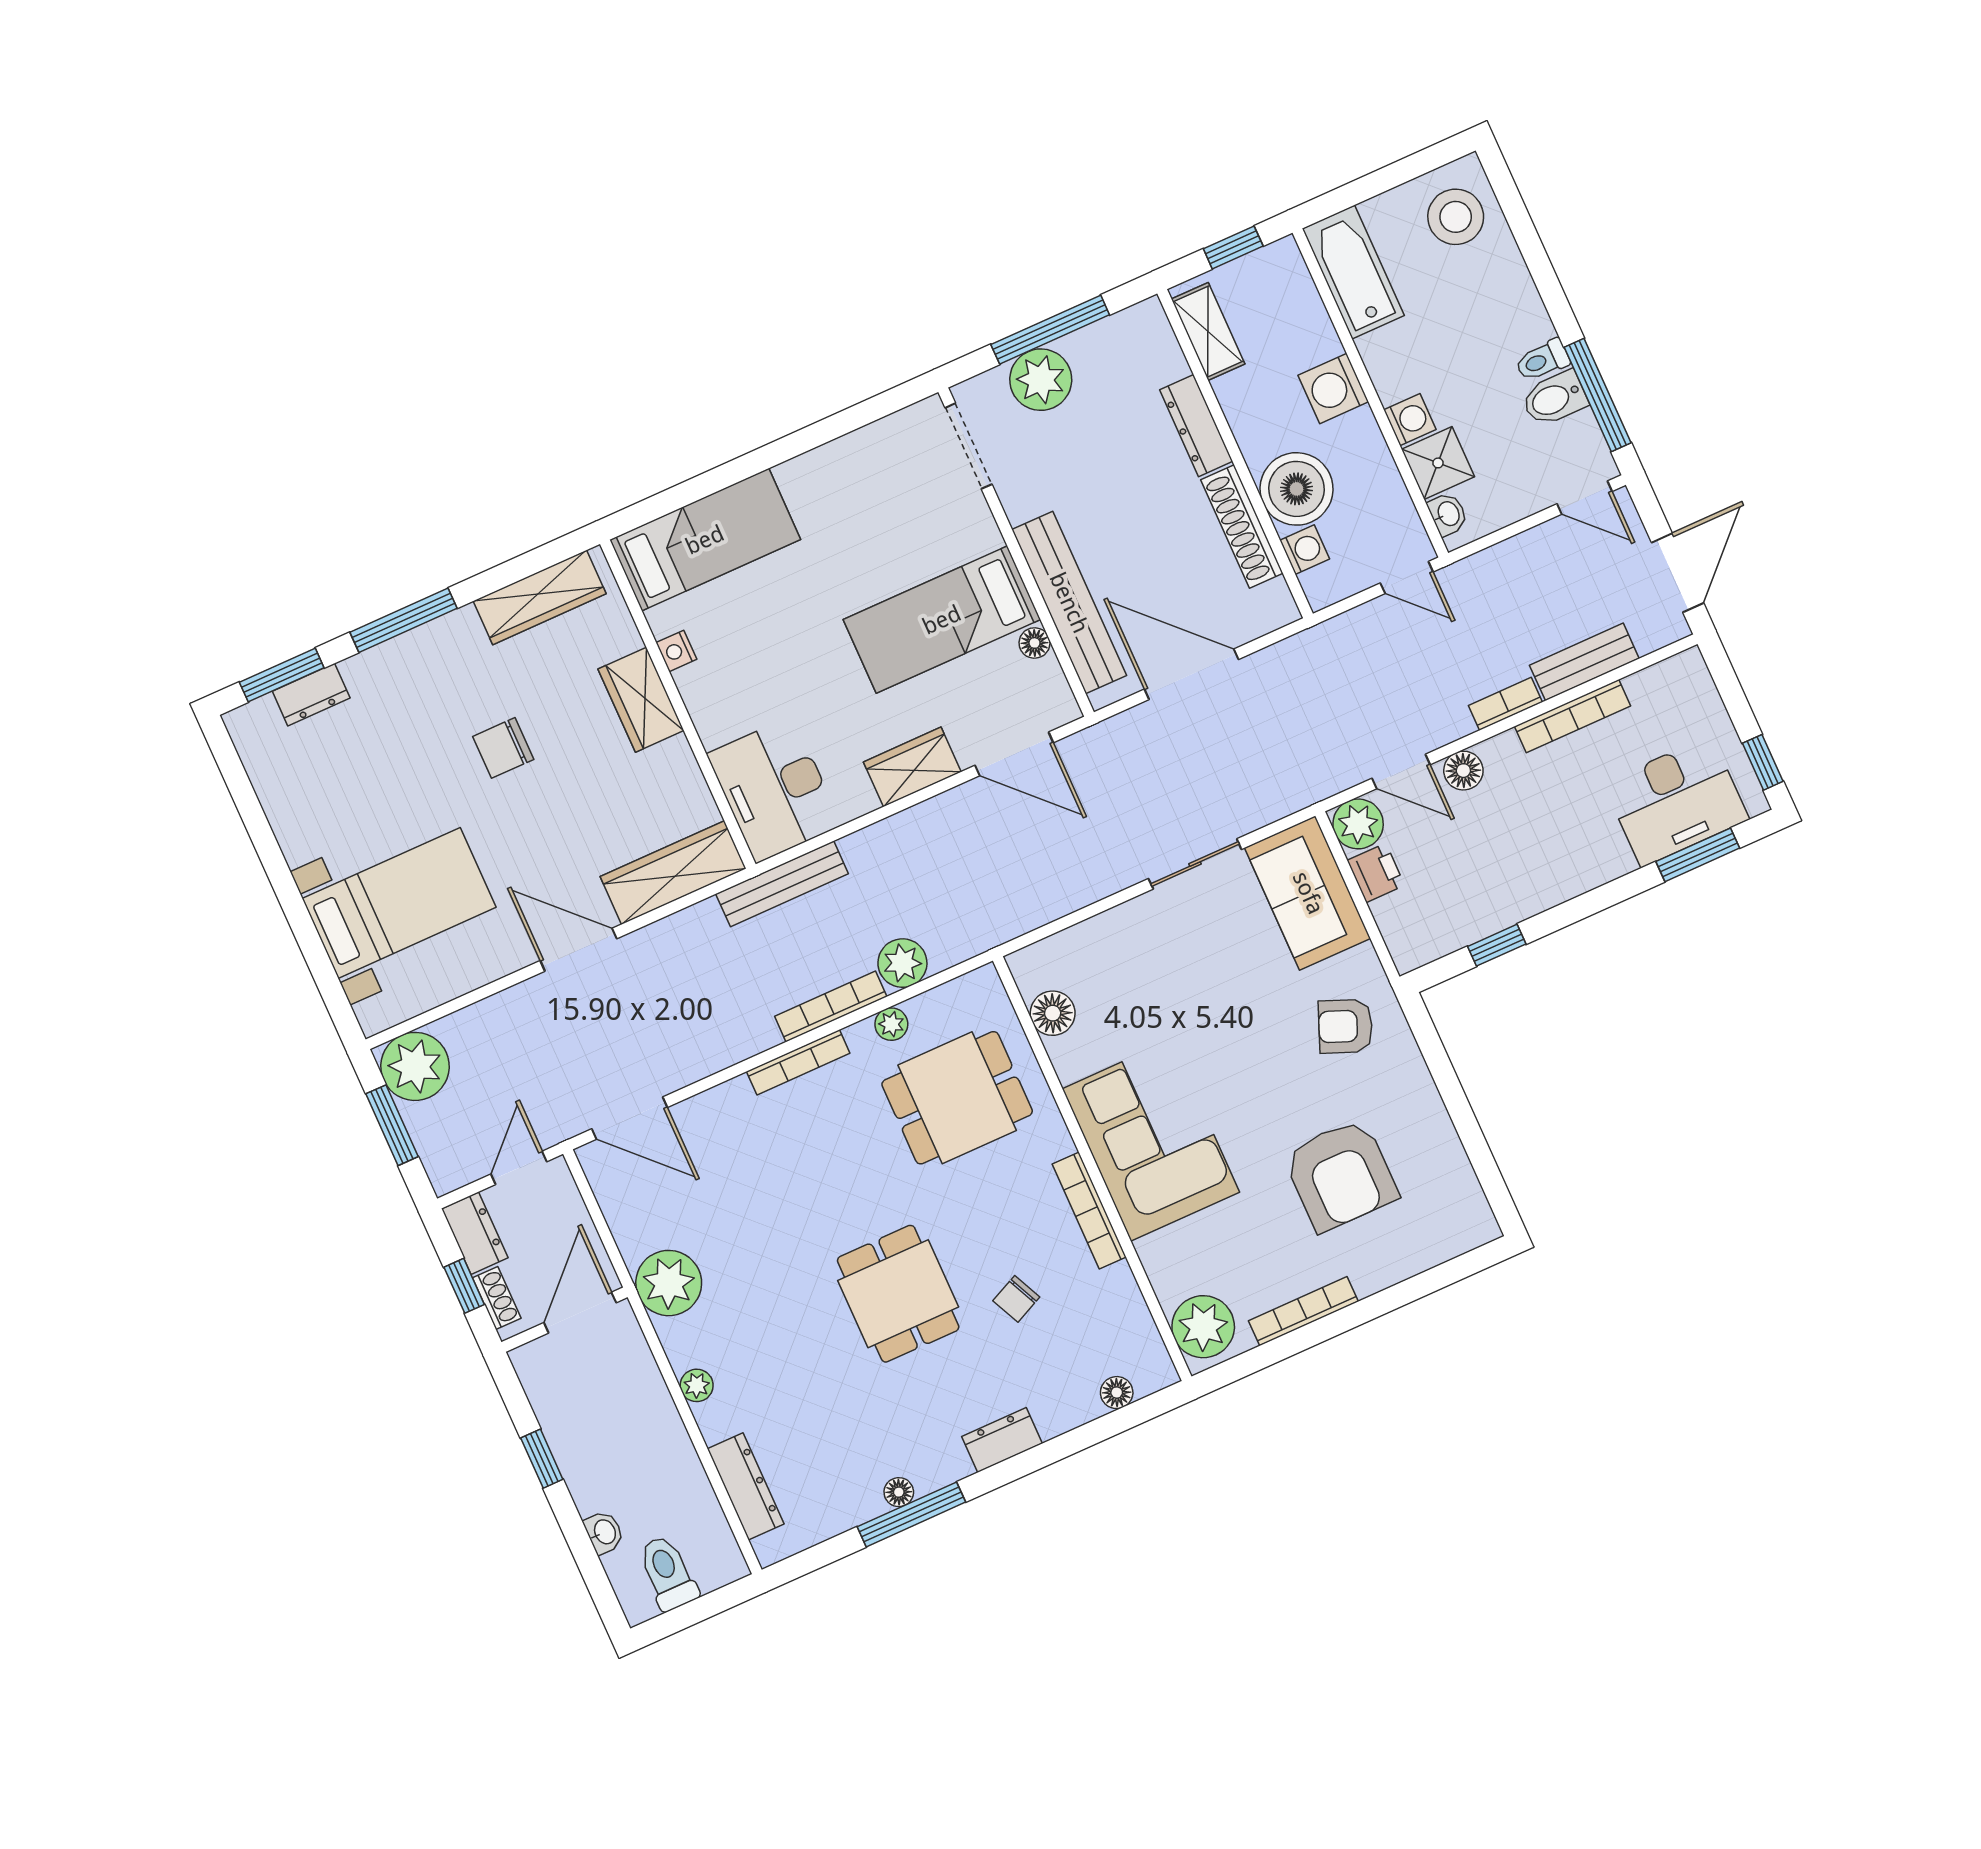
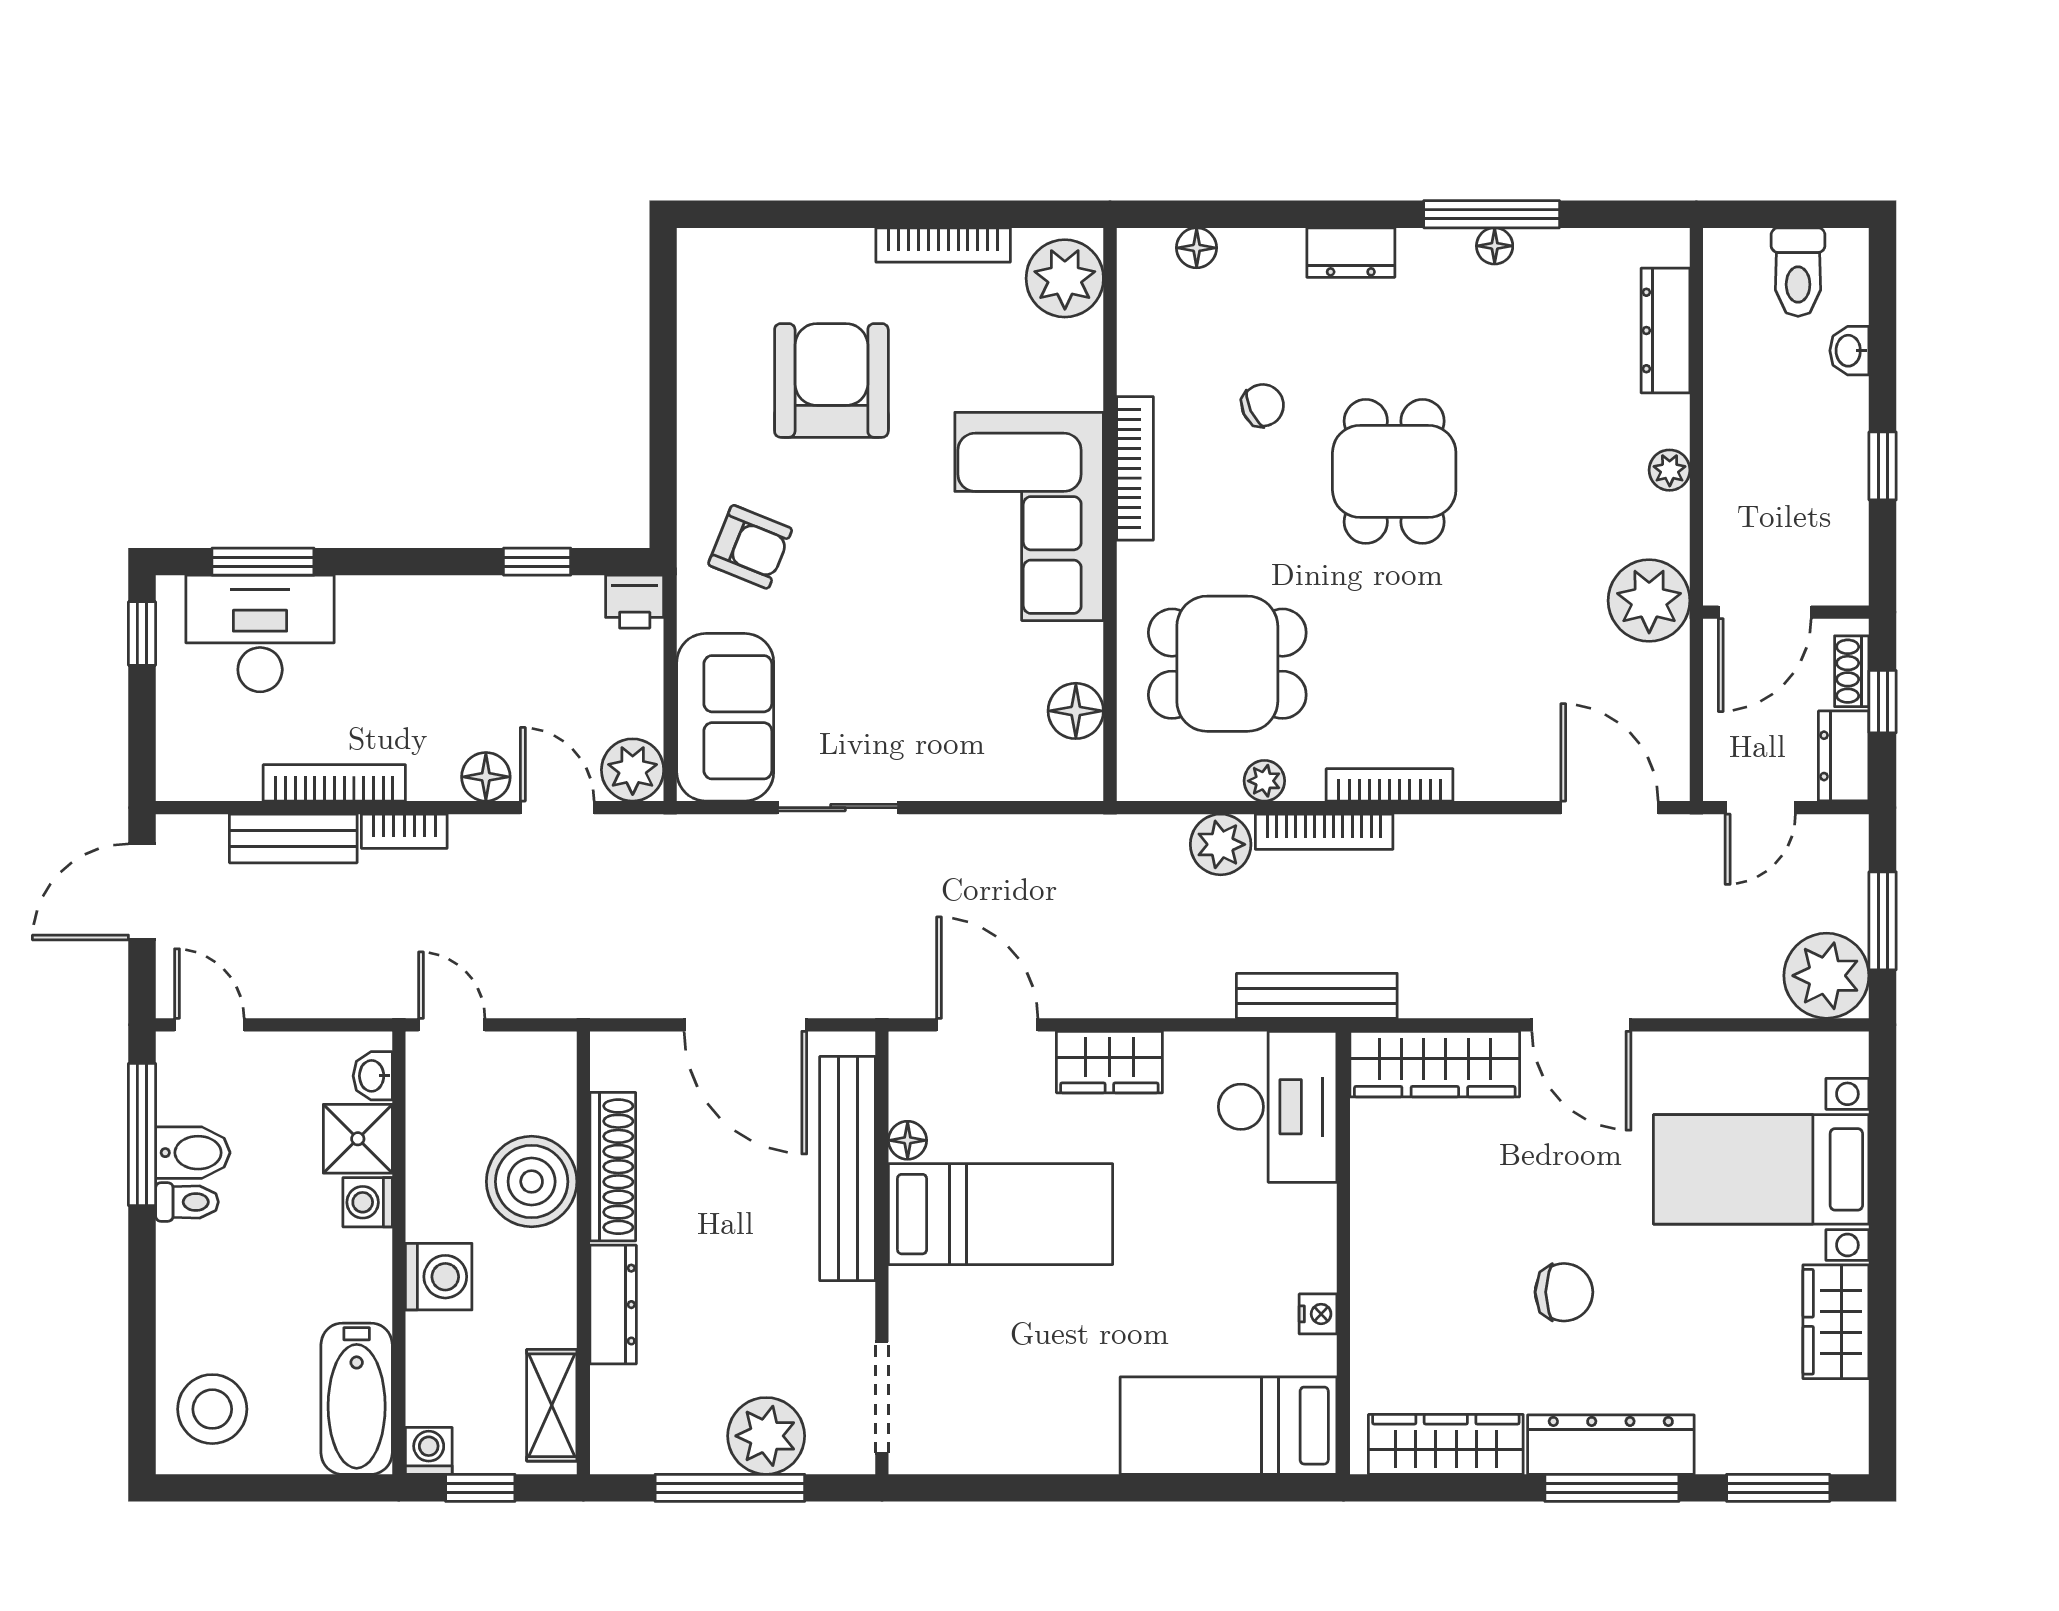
washing machine: (1305, 550) -> (429, 1451), moved, turned 90
dresser: (311, 695) -> (1611, 1445), moved, width x1.96, depth x1.24
wardrobe: (641, 700) -> (1836, 1322), moved, turned 180
printer: (1376, 873) -> (635, 602), moved, turned -90

